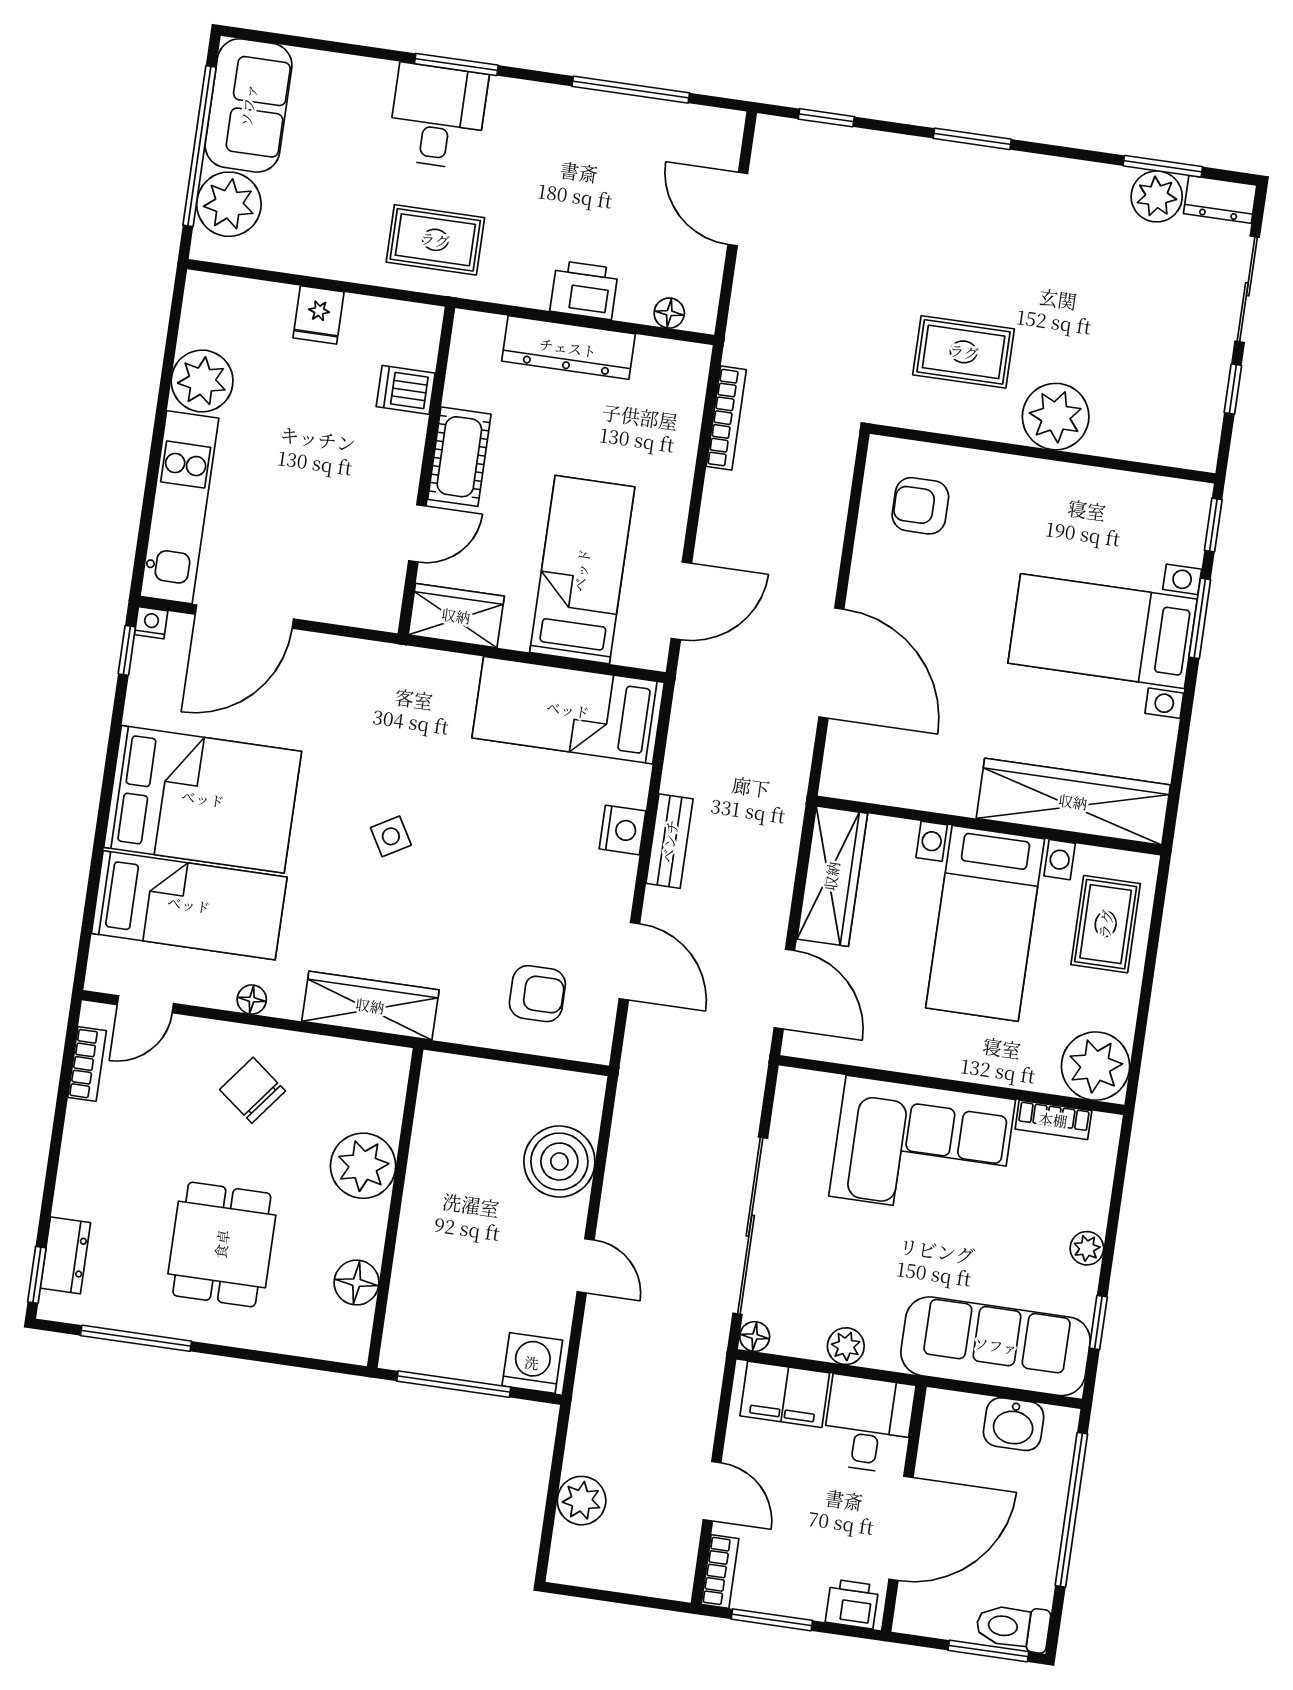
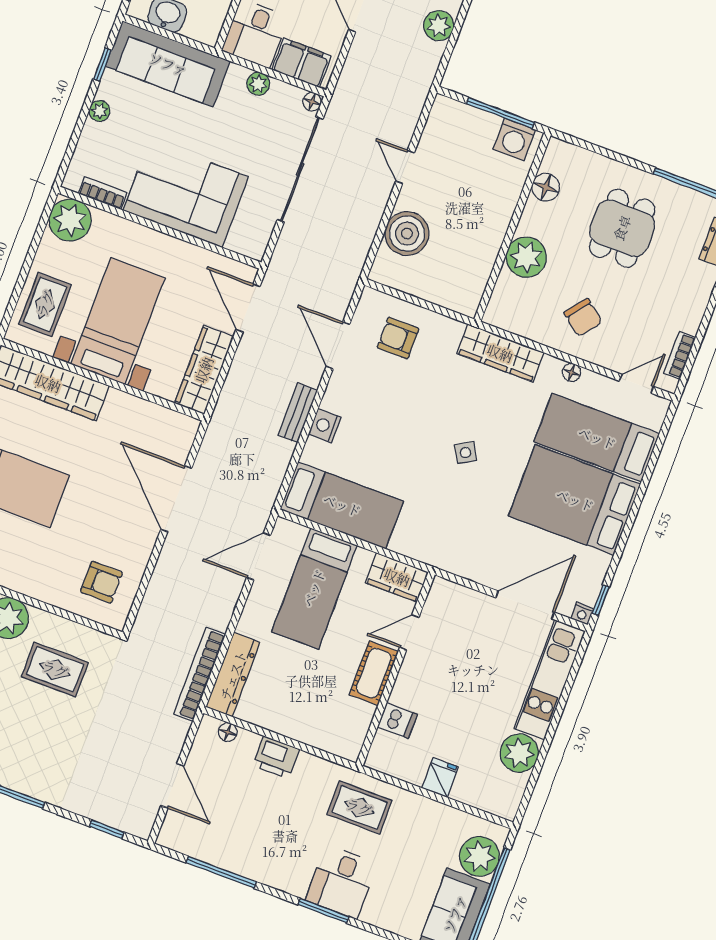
dresser: (568, 348) -> (233, 675), moved, turned 90
bookcase: (726, 418) -> (200, 674), width x1.48, depth x1.31
washing machine: (532, 1363) -> (514, 139), moved

